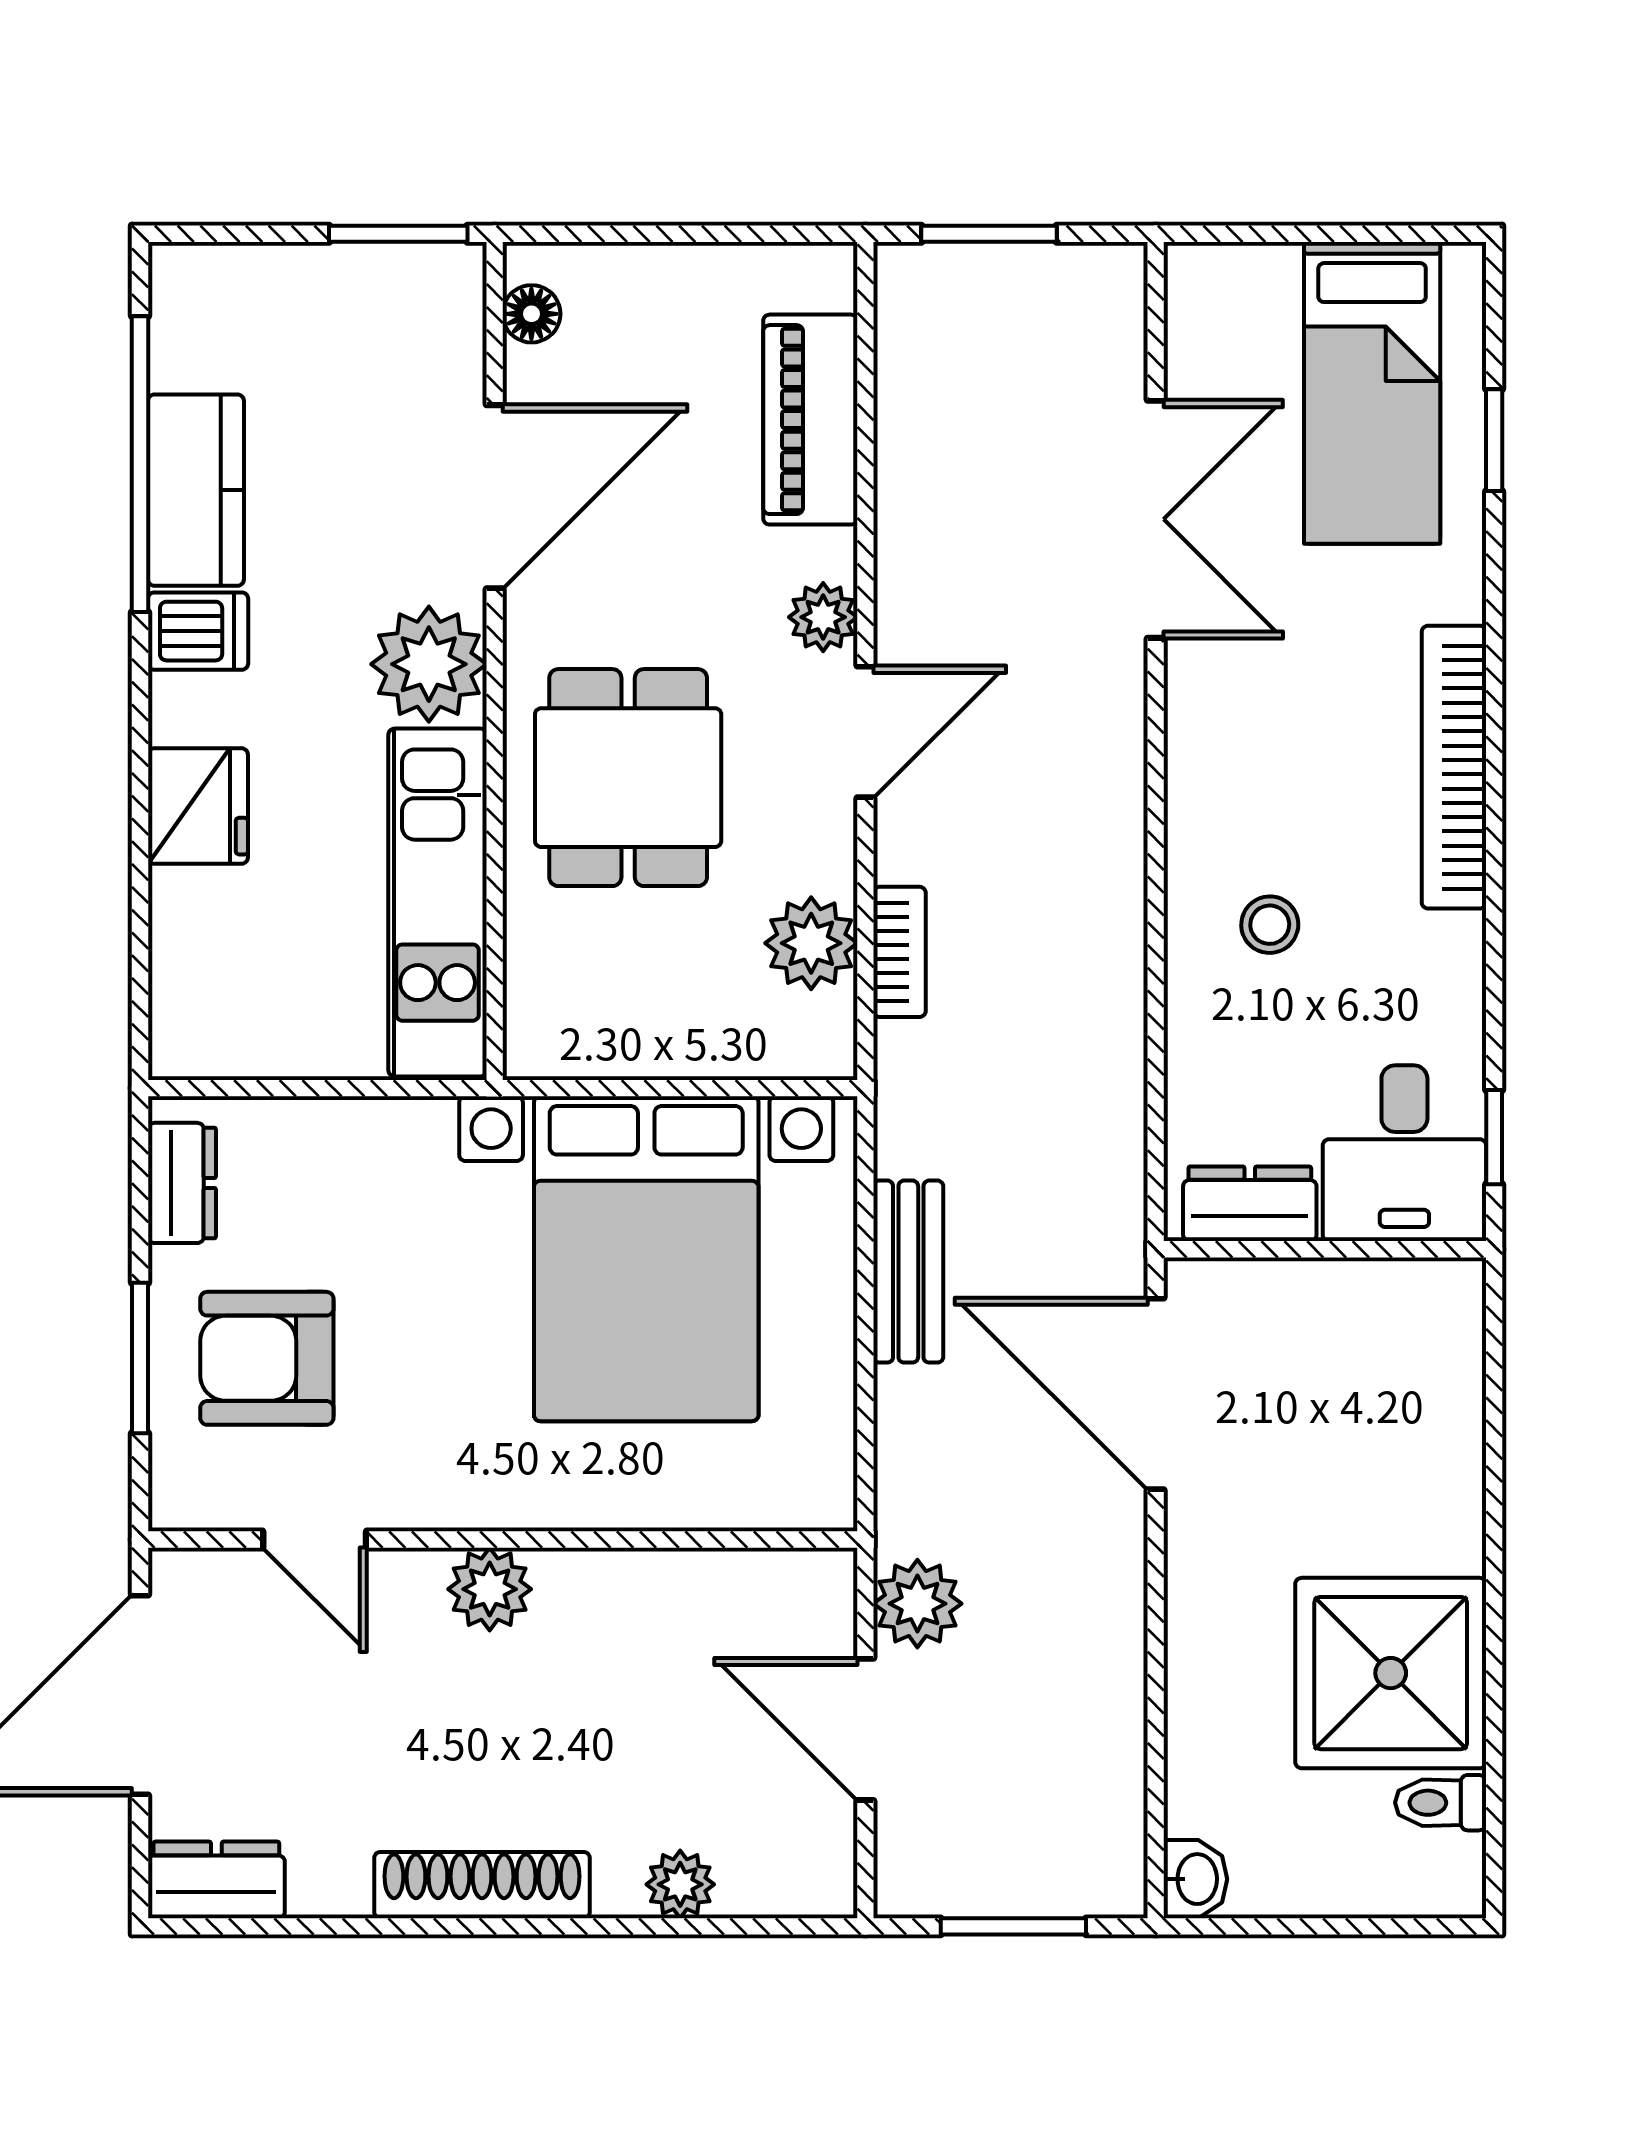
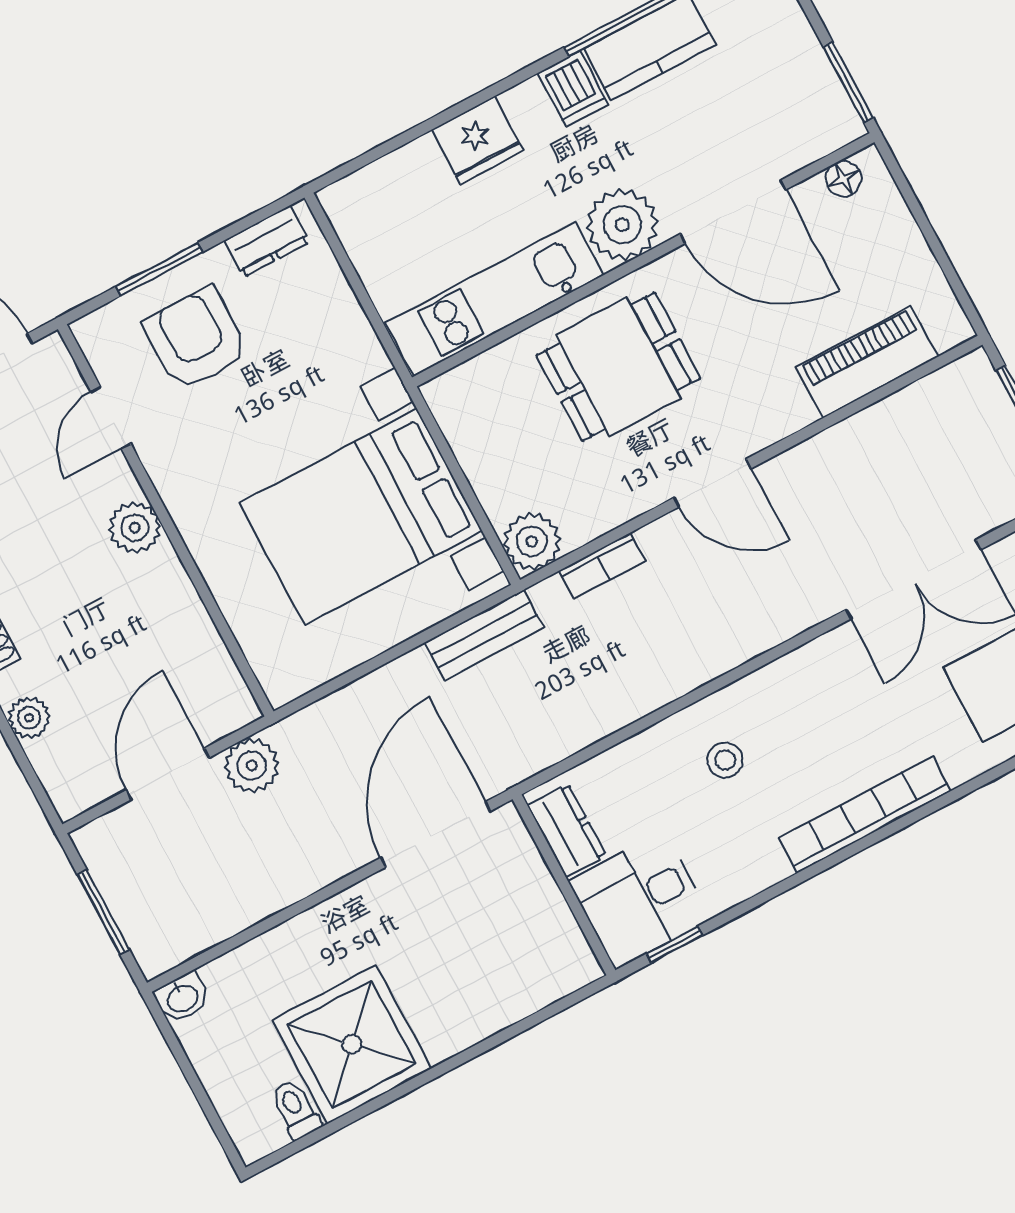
plant: (823, 617) -> (763, 426), removed
plant: (811, 943) -> (532, 541), moved
bench: (908, 1272) -> (484, 635), moved

